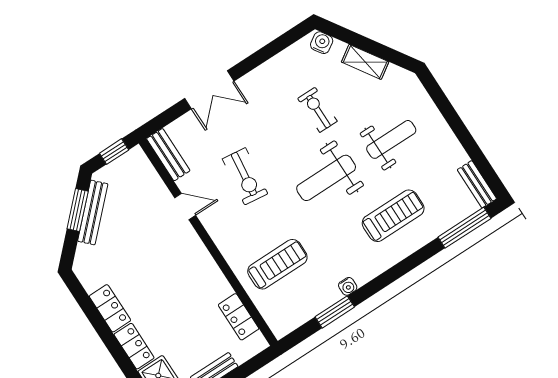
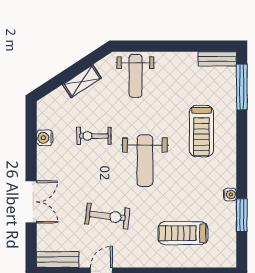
water cooler: (322, 43) -> (45, 138), moved, turned -57
weight bench: (391, 139) -> (135, 76), moved, turned 180
treadmill: (393, 216) -> (201, 131), turned 180
treadmill: (277, 264) -> (183, 233), turned -90

